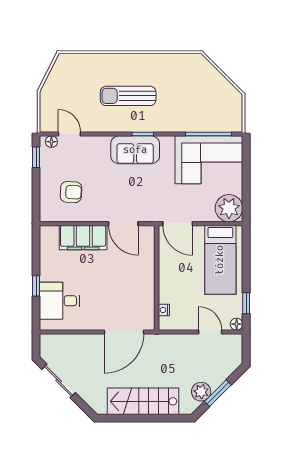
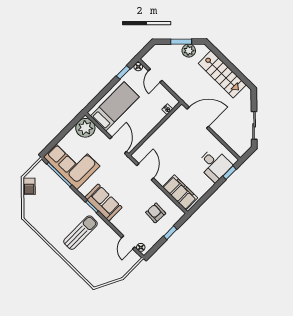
barbecue: (227, 91) -> (29, 186), added
sun lounger: (128, 96) -> (81, 233), turned -90
window: (36, 157) -> (170, 233), moved
filing cabinet: (83, 238) -> (180, 192), moved
window: (36, 286) -> (229, 173), moved

